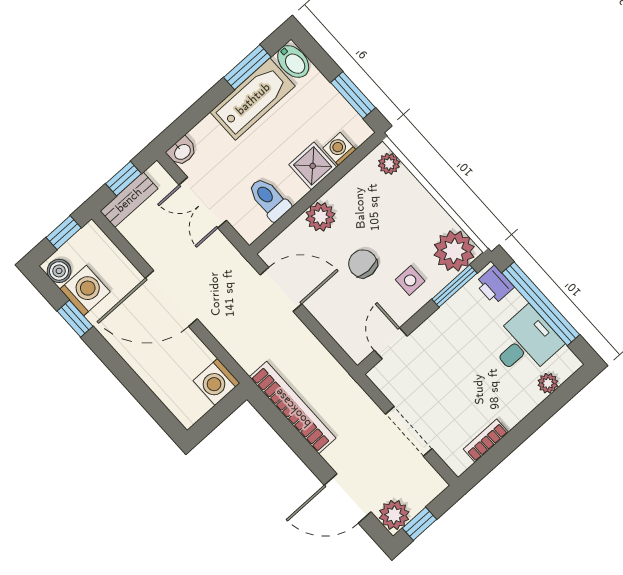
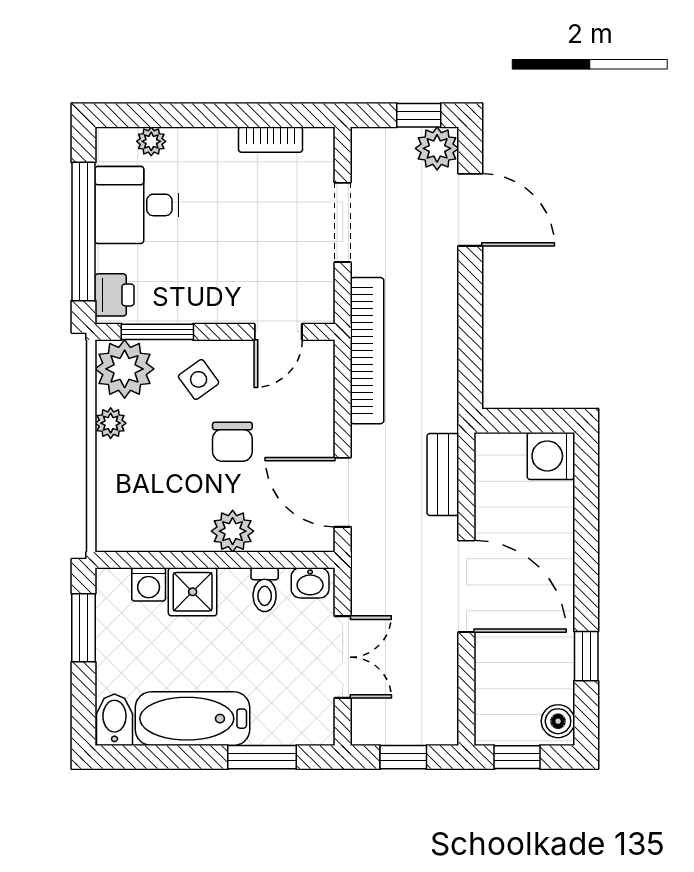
window: (247, 67) -> (262, 757), moved
washbasin: (182, 151) -> (310, 583), moved, turned 180
plant: (389, 164) -> (111, 423), moved
toilet: (269, 199) -> (265, 590), width x0.73, depth x0.72
bench: (129, 200) -> (443, 474), moved, turned 90
side table: (410, 280) -> (199, 379), turned -36
washing machine: (85, 290) -> (549, 676), removed
washing machine: (216, 382) -> (551, 456), moved, turned 180
bookcase: (293, 408) -> (367, 351), moved, turned 180

